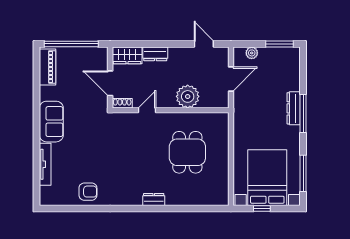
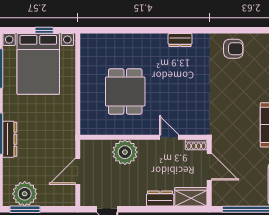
plant: (252, 53) -> (25, 194), moved, width x1.88, depth x1.88
door: (147, 110) -> (169, 137), swing flipped
armchair: (88, 192) -> (233, 49), turned 180
dresser: (154, 200) -> (180, 40), moved

